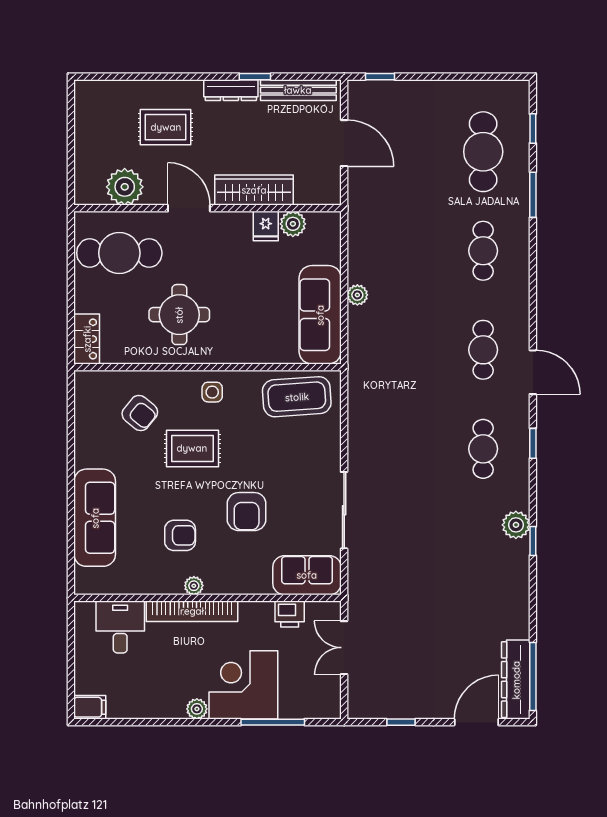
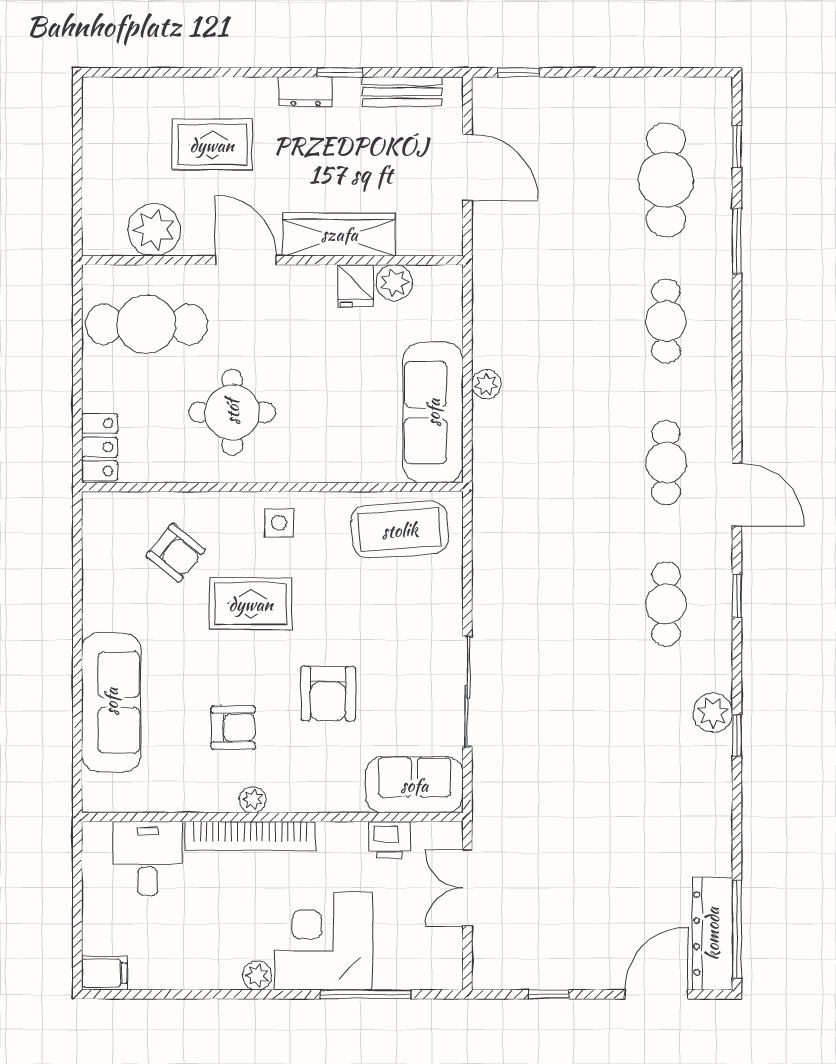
dresser: (231, 90) -> (306, 92), width x0.70
bench: (298, 90) -> (402, 92), width x0.73

